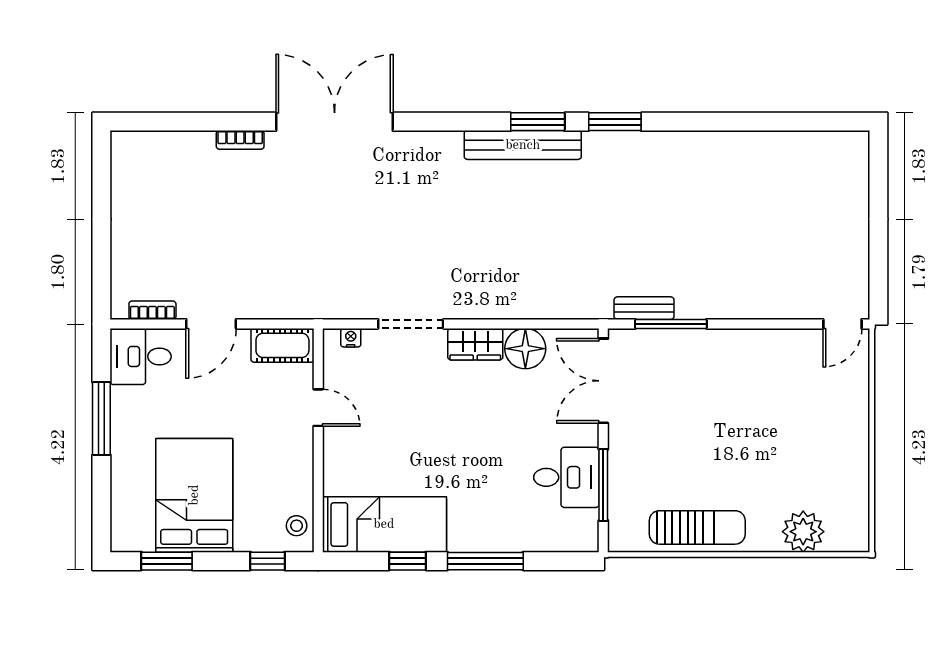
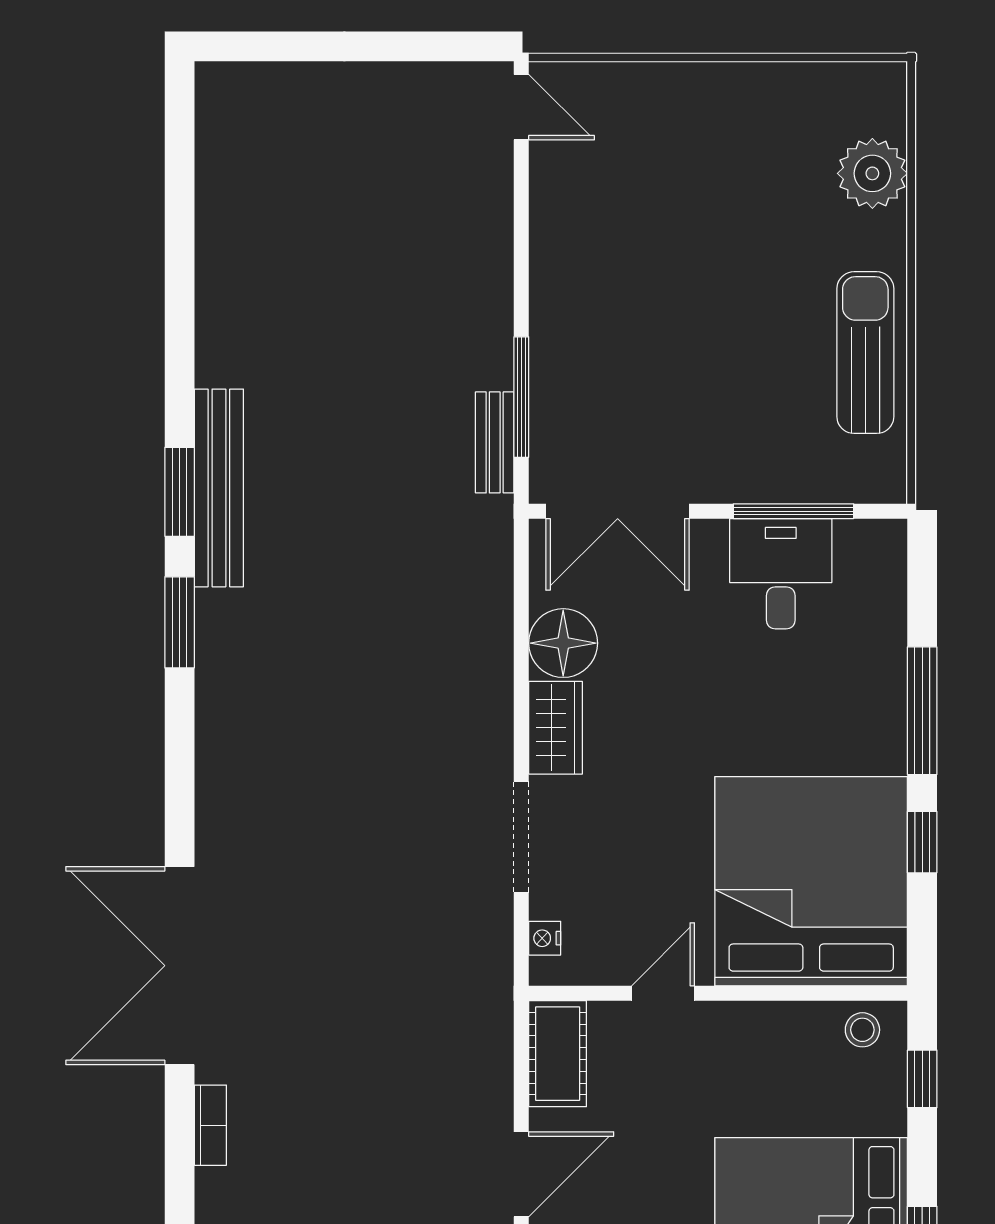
bench: (523, 145) -> (219, 488), moved
door: (211, 324) -> (521, 1174), hinge flipped
bed: (384, 524) -> (811, 881), width x2.04

